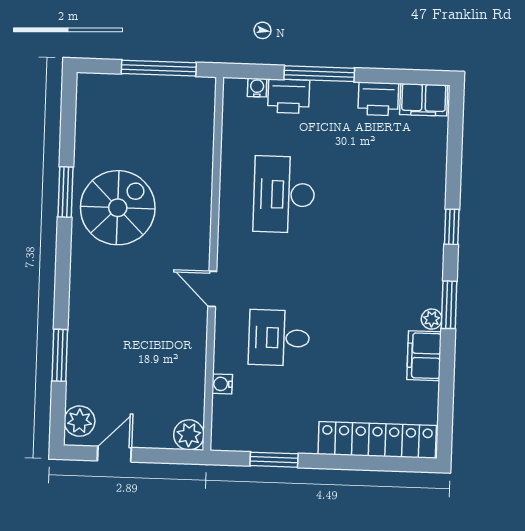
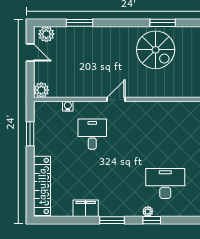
desk: (284, 194) -> (165, 184), moved
plant: (432, 319) -> (148, 211), moved

